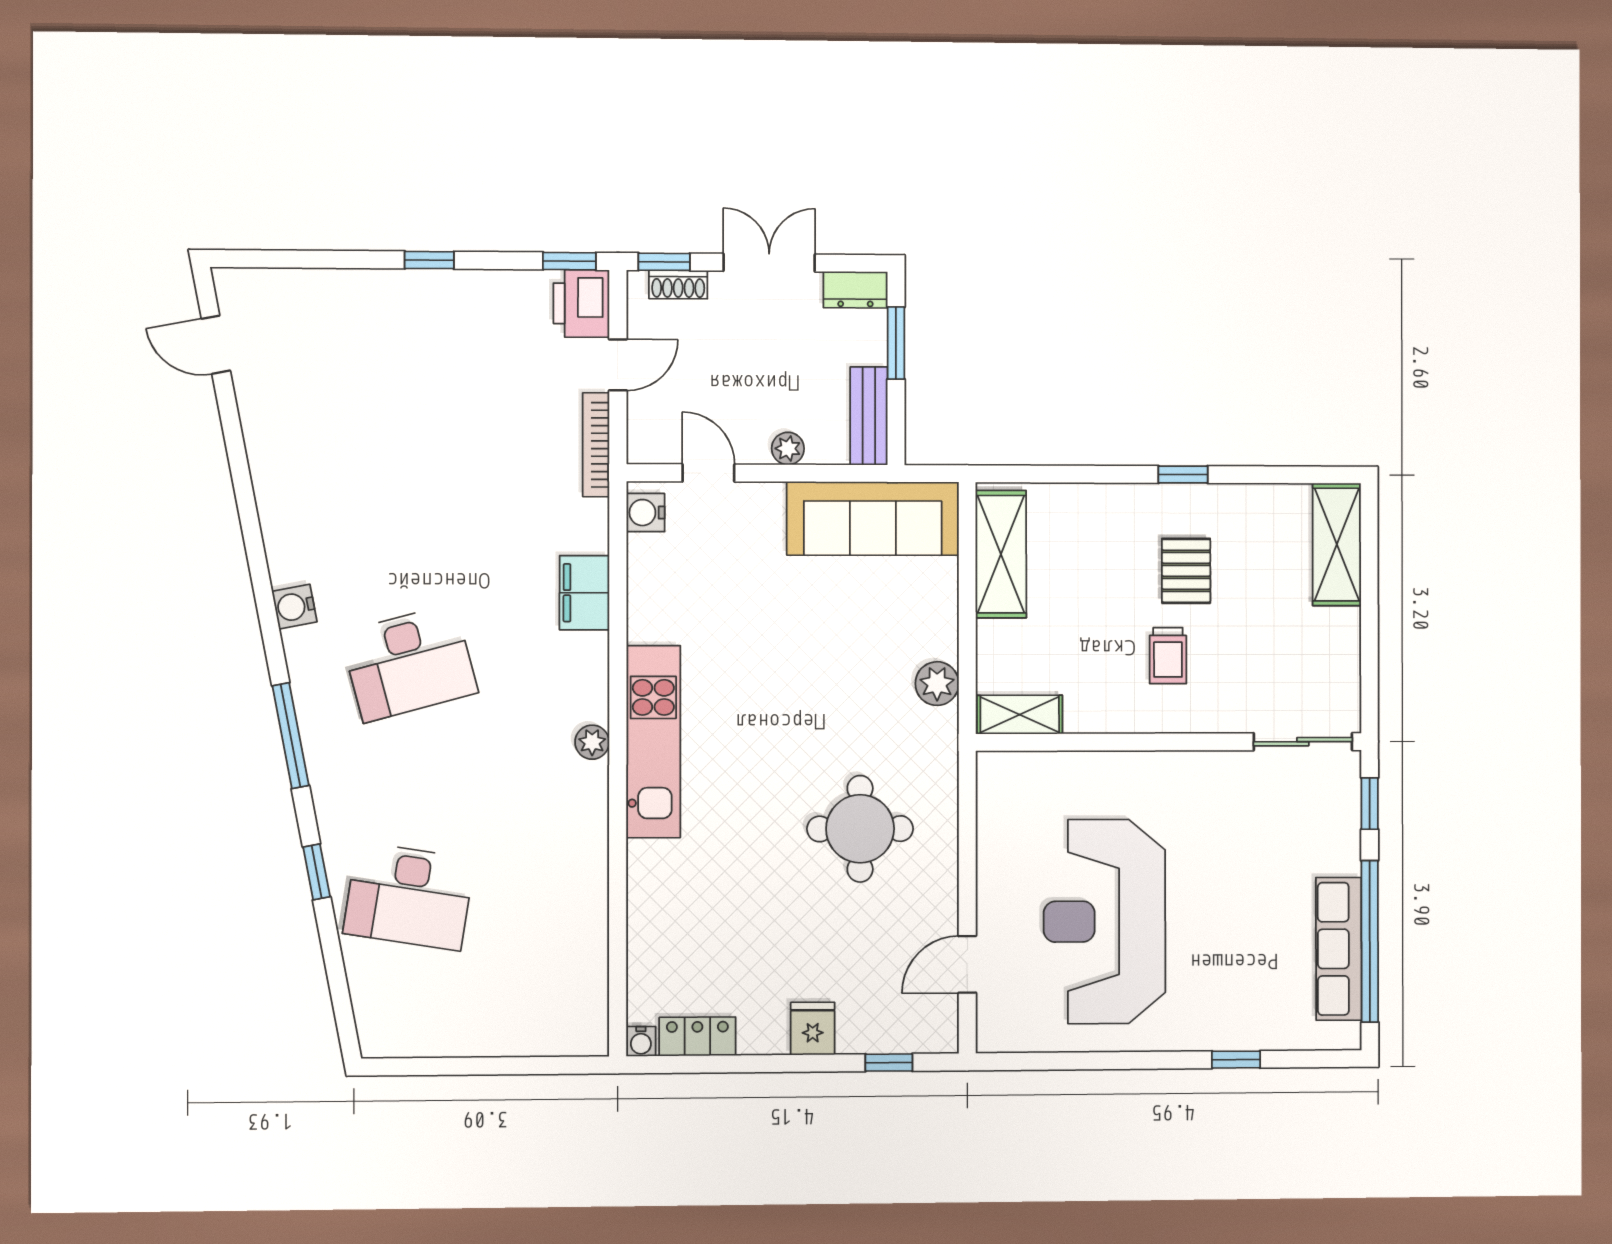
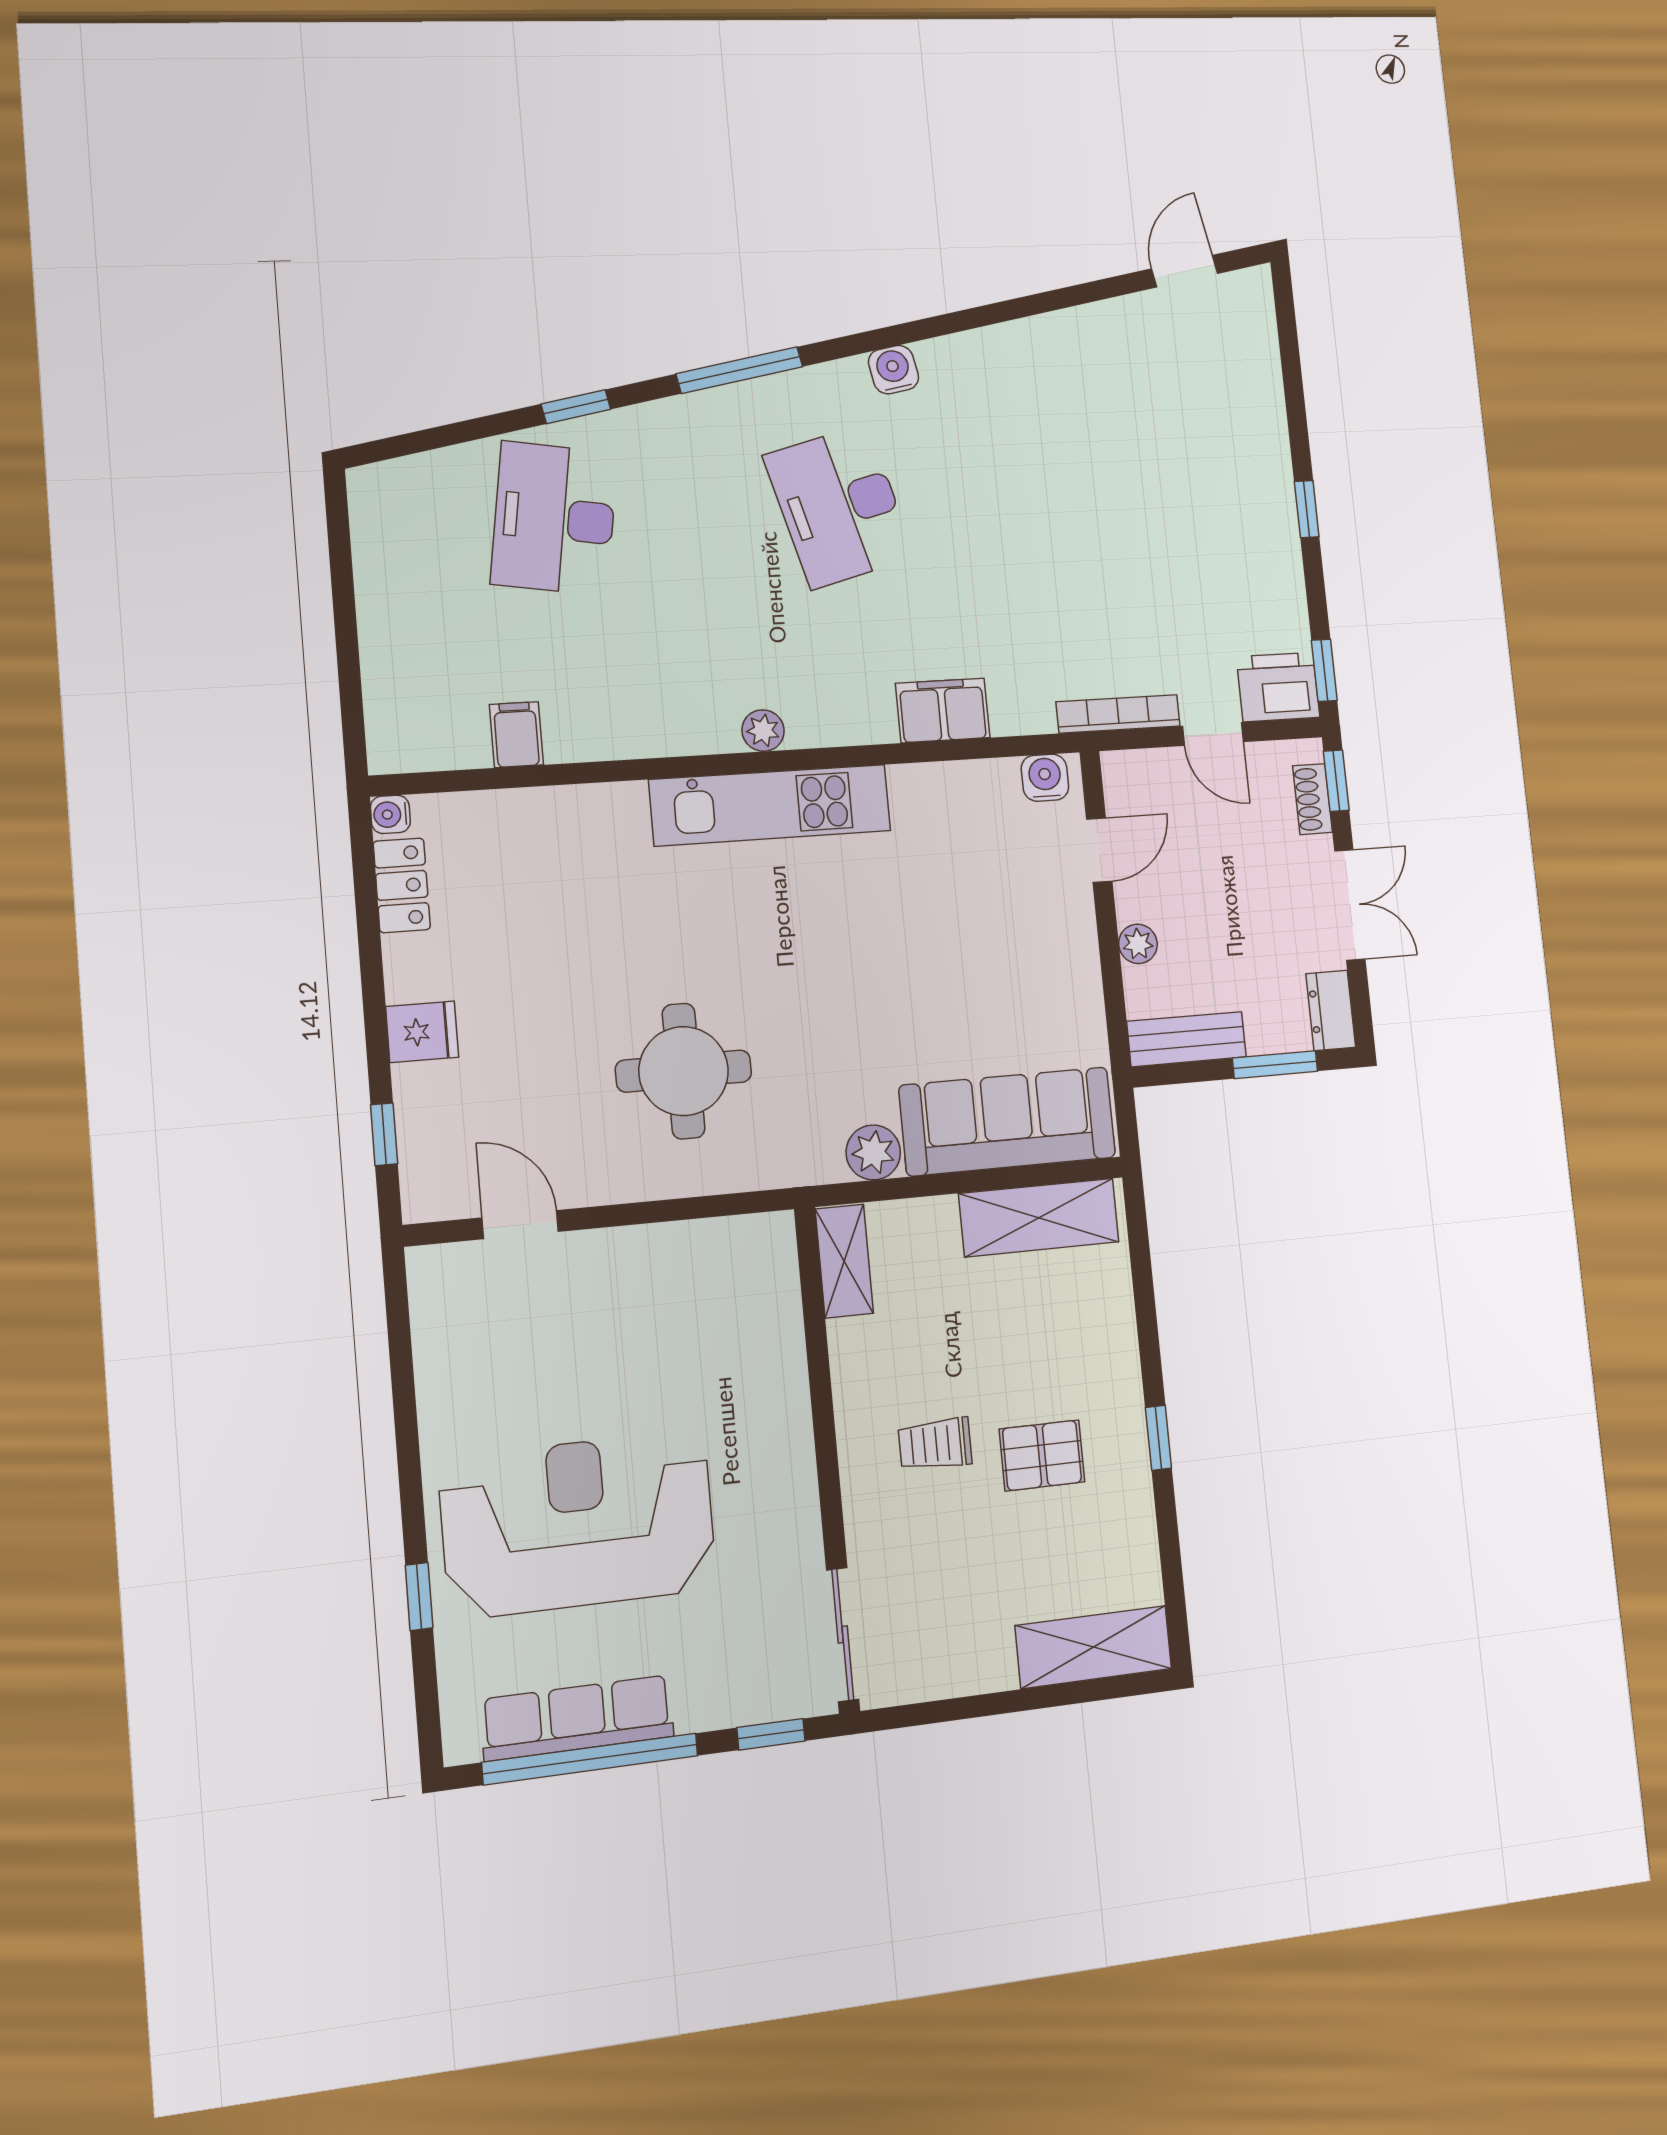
sofa: (873, 519) -> (1008, 1121), moved, turned 90
reception desk: (1104, 921) -> (578, 1524), moved
filing cabinet: (584, 939) -> (516, 735), added

